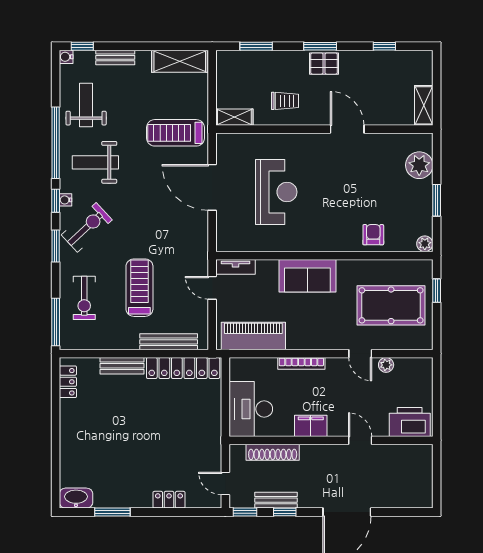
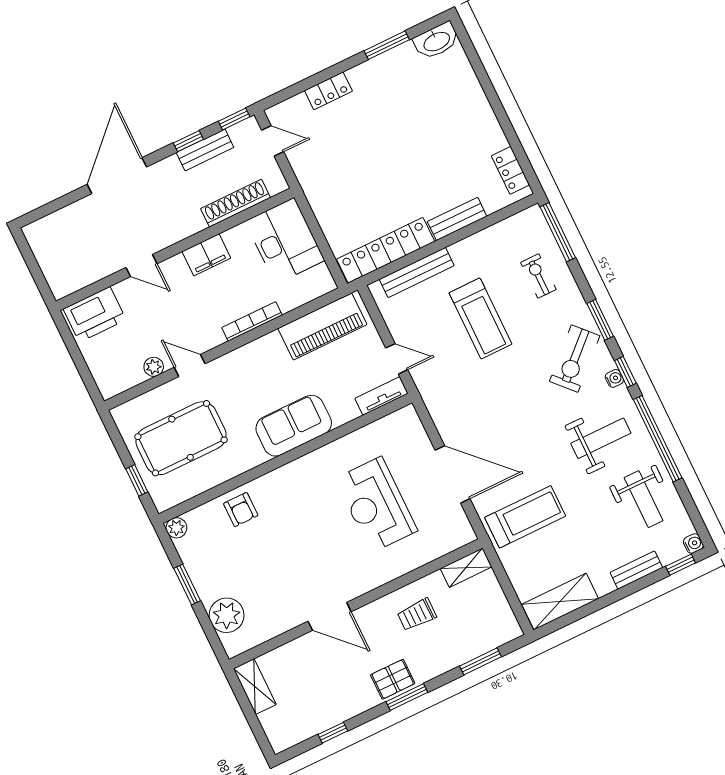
exercise bike: (84, 298) -> (538, 276), width x0.73, depth x0.72

